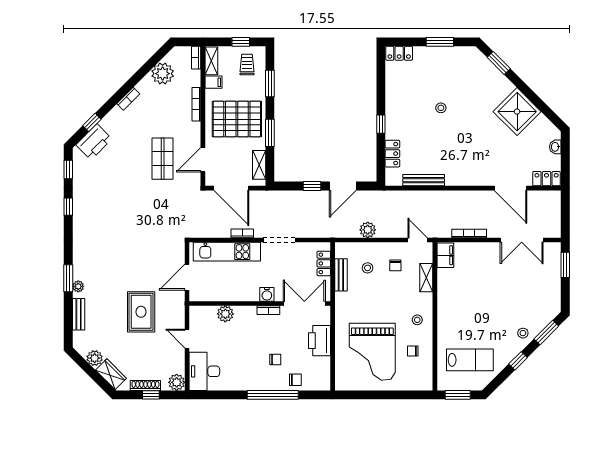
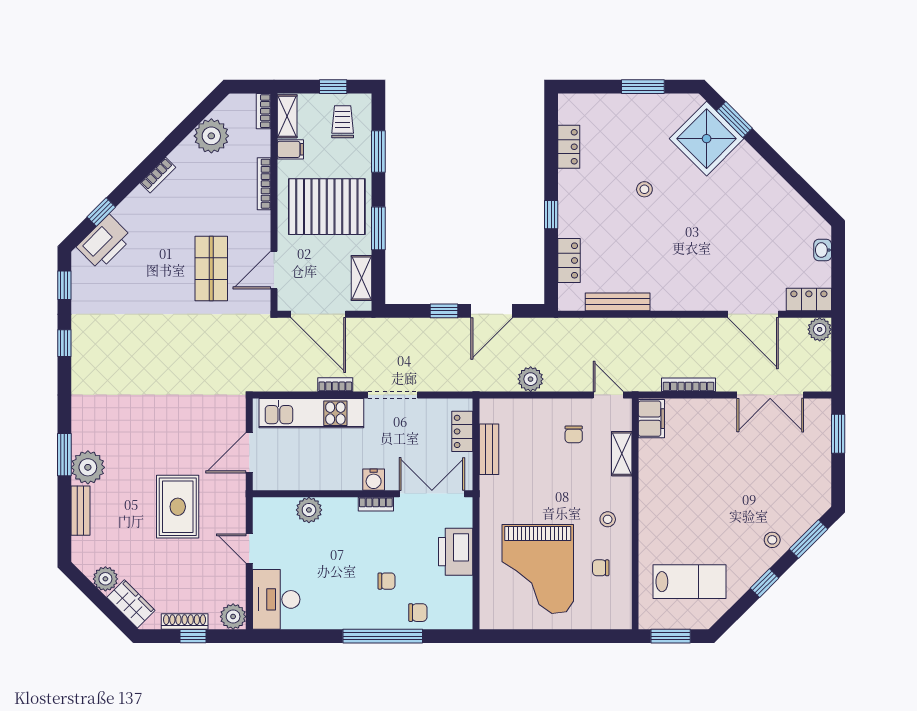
locker: (399, 53) -> (569, 147), moved, turned -90
shower: (517, 112) -> (707, 139), moved
plant: (553, 198) -> (820, 329), added
stool: (368, 268) -> (530, 438), removed
plant: (78, 286) -> (88, 467), width x1.87, depth x1.87

